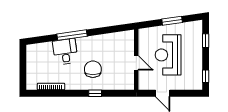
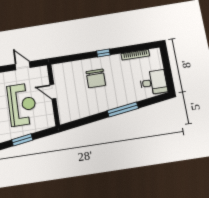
desk: (65, 52) -> (153, 82), moved, turned -82
window: (95, 93) -> (103, 53), moved

